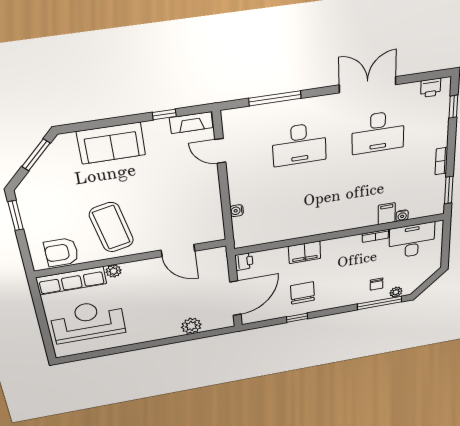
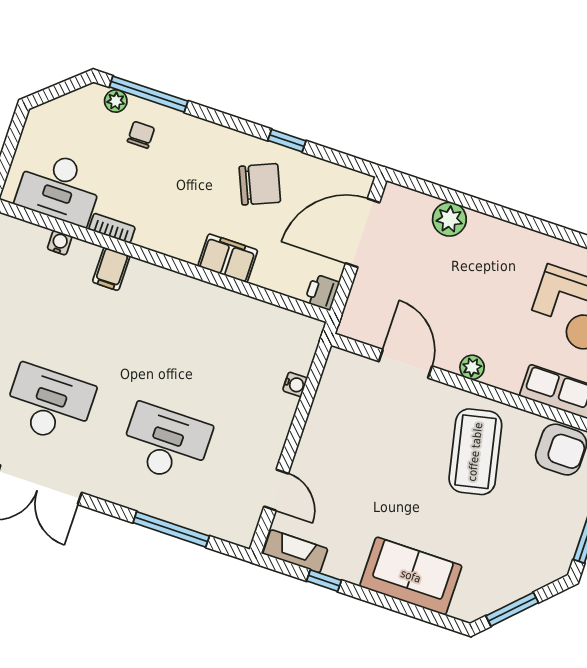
filing cabinet: (387, 214) -> (111, 269), moved
plant: (114, 271) -> (472, 367), moved
chair: (303, 293) -> (260, 184), turned -113

